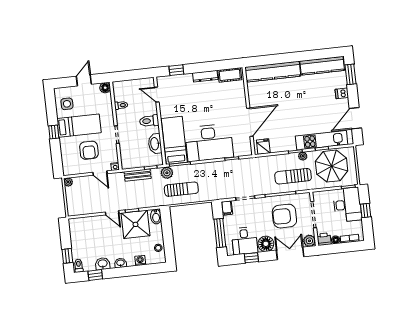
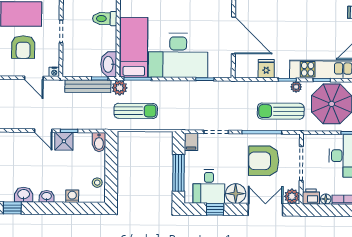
door: (250, 122) -> (234, 35), hinge flipped
washbasin: (155, 144) -> (109, 64), moved
fridge: (263, 147) -> (266, 69), moved
bench: (138, 175) -> (88, 86), width x1.36
shower: (135, 224) -> (64, 141), width x0.54, depth x0.54

